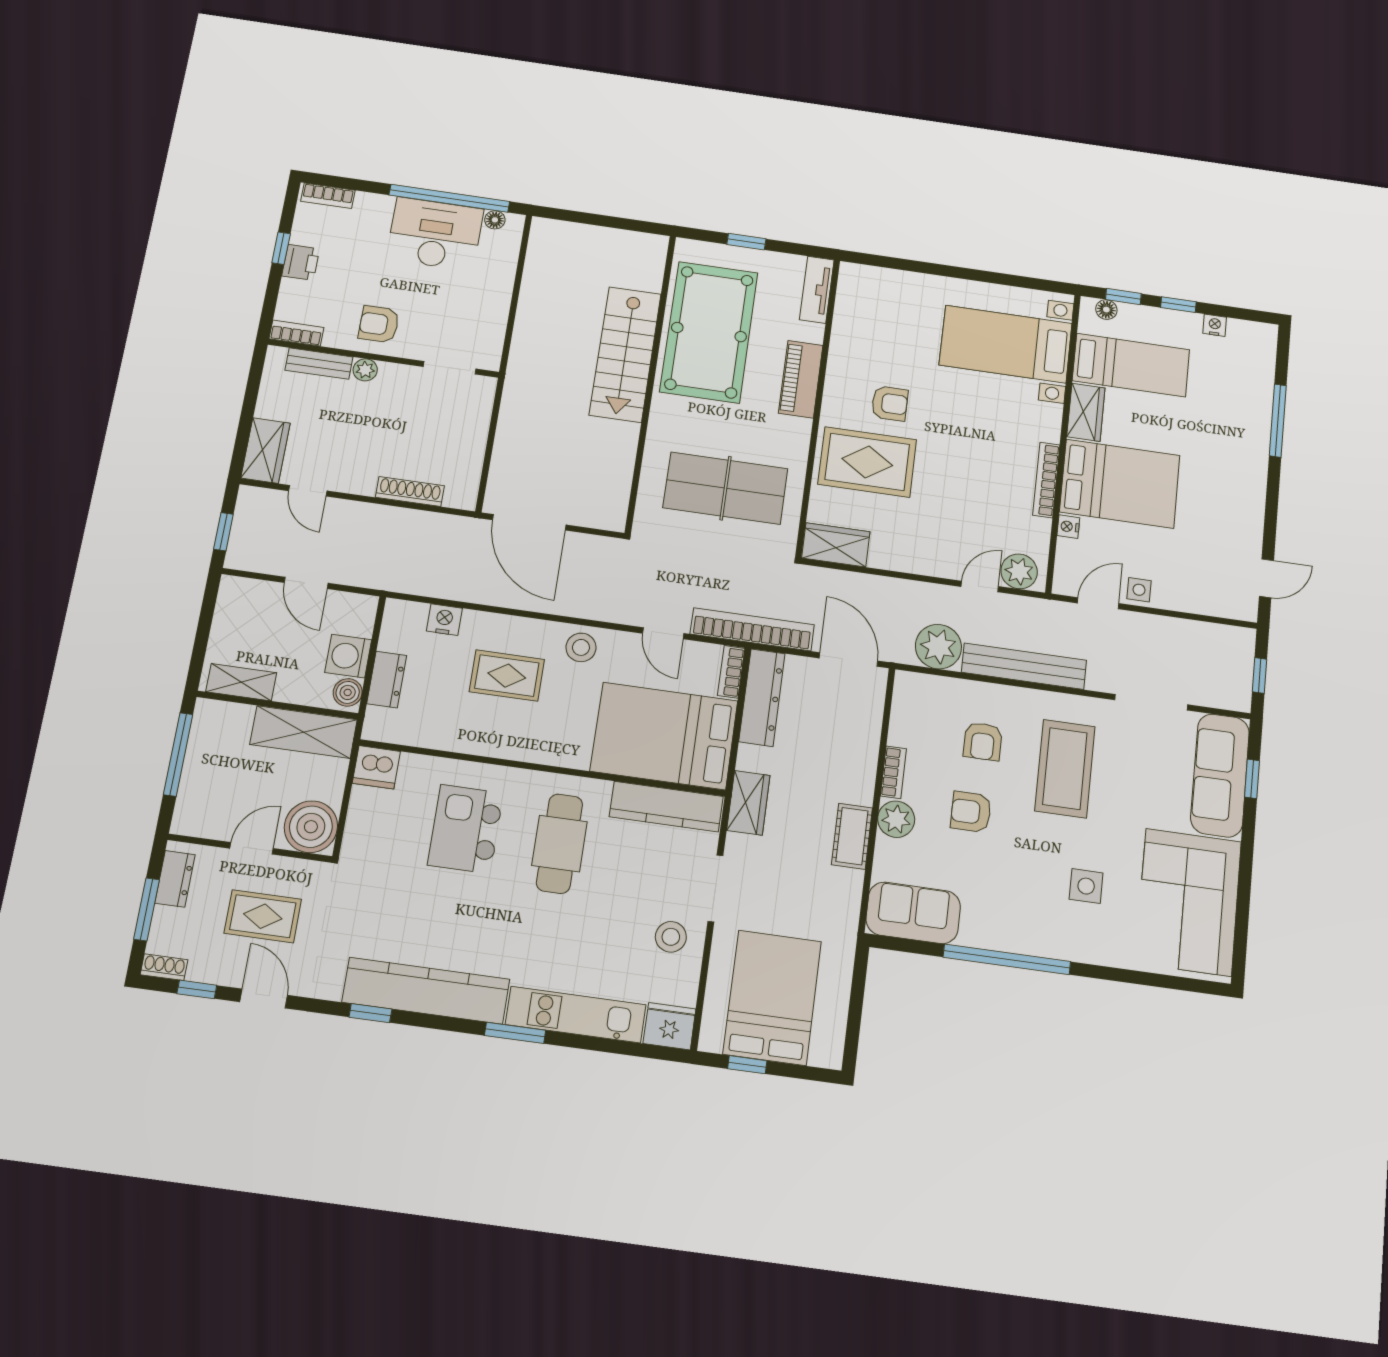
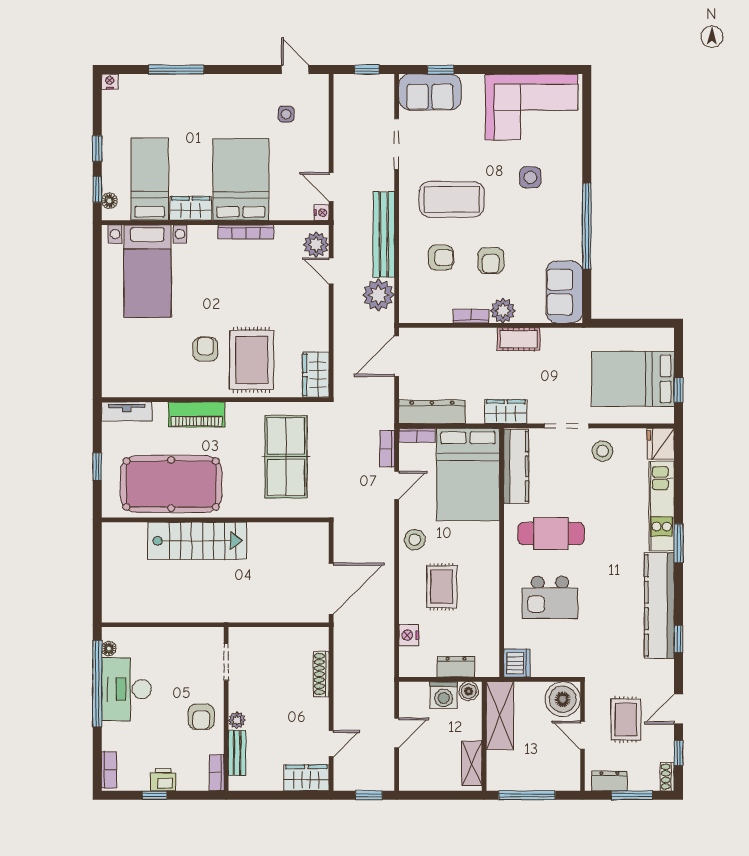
nightstand: (1215, 325) -> (110, 82), moved, turned 90
nightstand: (1068, 527) -> (322, 213), moved, turned -90
side table: (1139, 590) -> (286, 114), moved
bookcase: (752, 629) -> (387, 449), width x0.43, depth x0.76
sofa: (1220, 775) -> (430, 92), width x0.73

